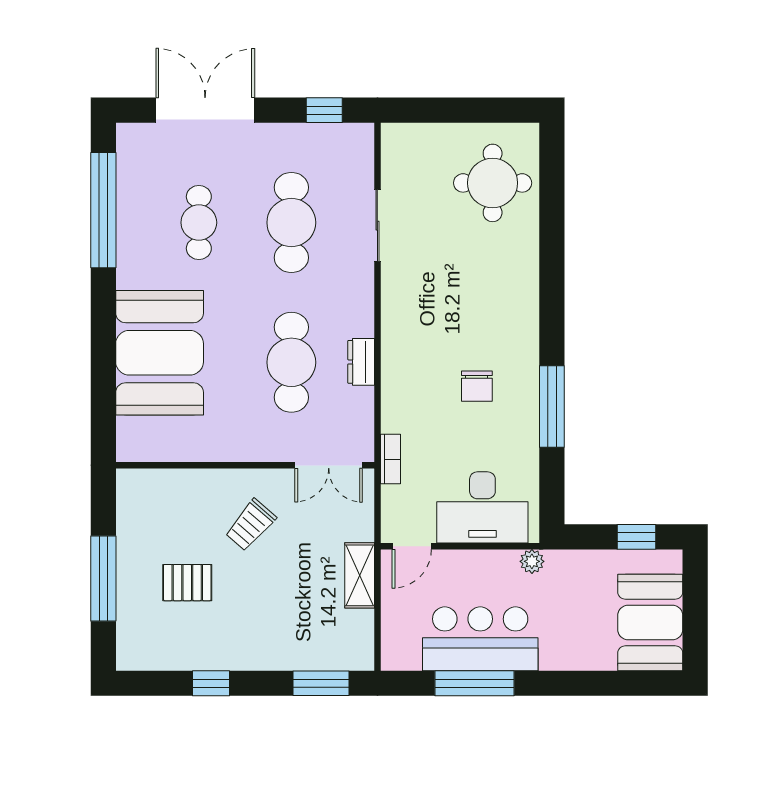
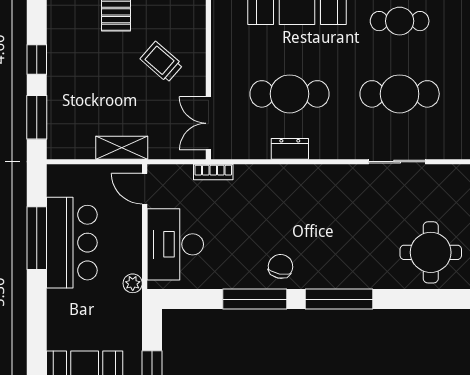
window: (552, 299) -> (339, 299), added
chair: (477, 386) -> (281, 266), moved, turned 101
window: (211, 683) -> (37, 60), moved

